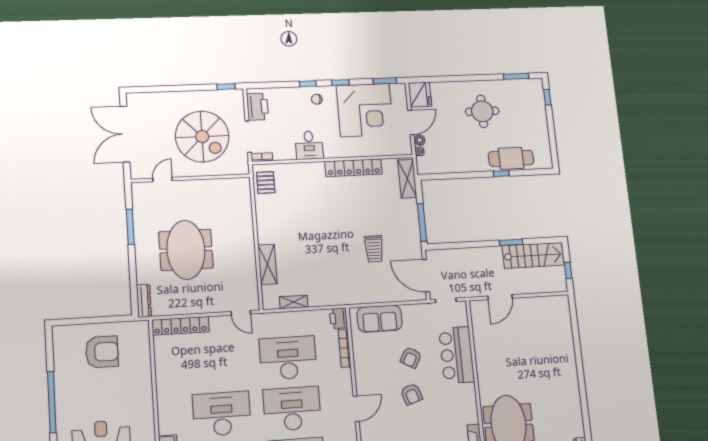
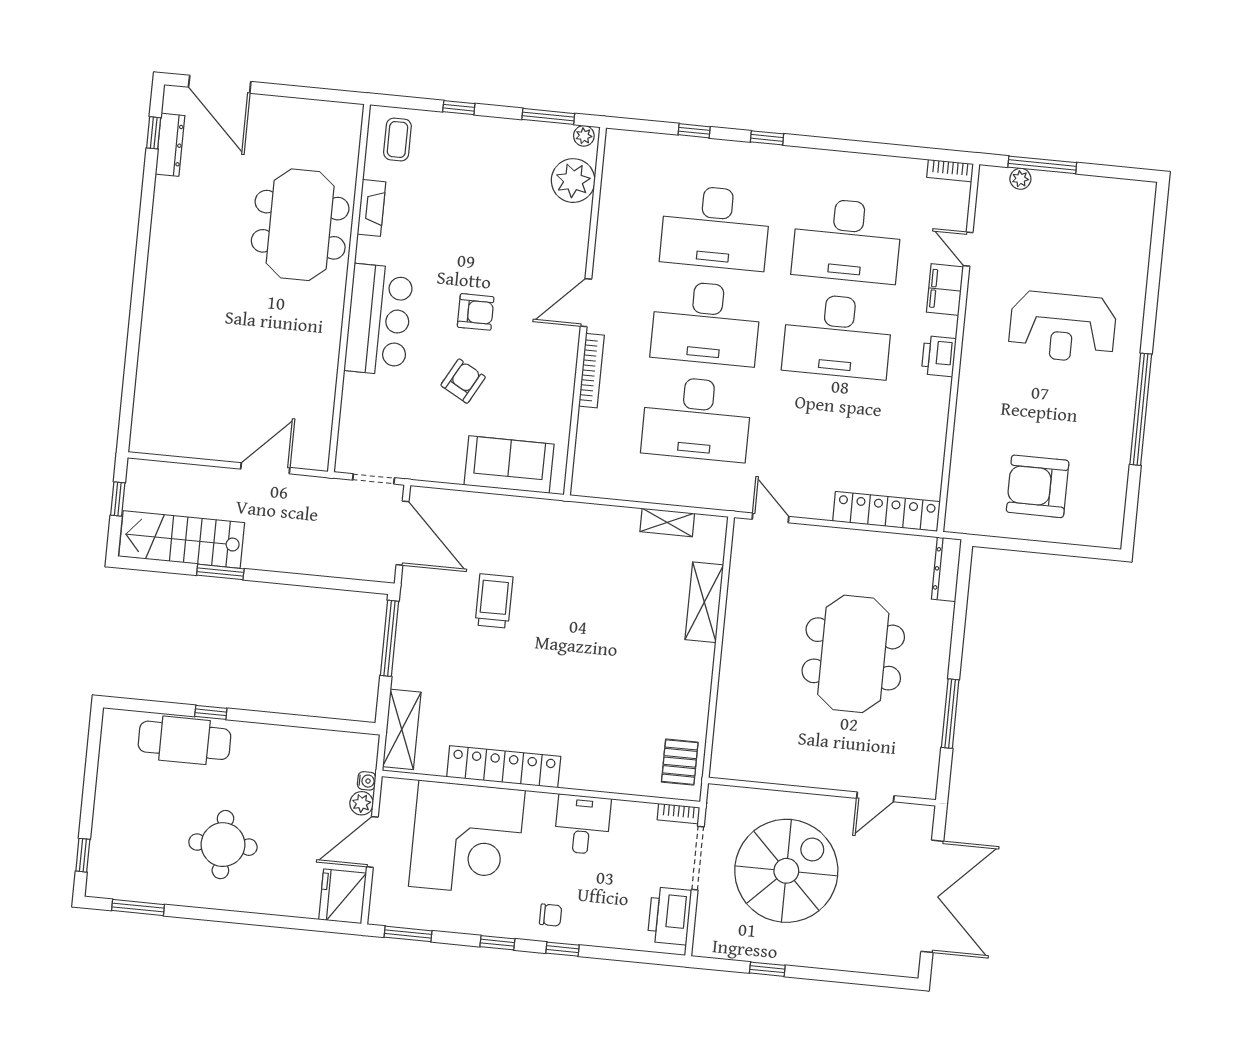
window: (226, 87) -> (767, 969), moved
corner desk: (365, 110) -> (467, 838), moved, turned 180
spiral stairs: (202, 137) -> (786, 871), turned 90
printer: (339, 318) -> (939, 356), moved, turned 180
bookcase: (345, 348) -> (591, 371), moved
bar counter: (457, 355) -> (379, 320), moved
armchair: (411, 394) -> (476, 312), turned 108

